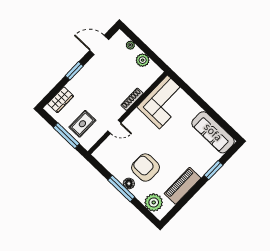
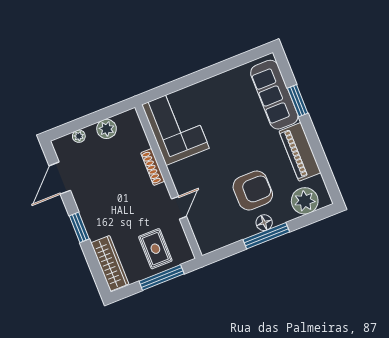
wardrobe: (61, 100) -> (110, 263), width x1.50
sofa: (213, 132) -> (274, 95), moved, turned 90
armchair: (146, 168) -> (253, 190), turned 180

